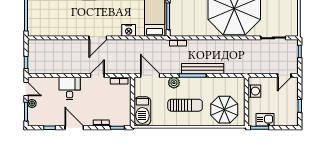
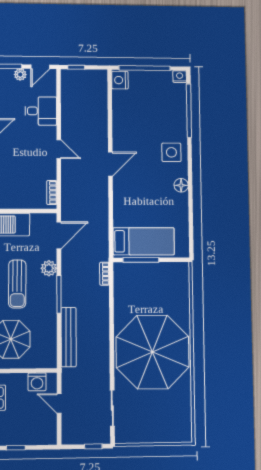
nightstand: (129, 30) -> (120, 80), moved
door: (98, 38) -> (110, 164), swing flipped
bench: (203, 69) -> (69, 337), moved
door: (97, 75) -> (59, 149), moved
door: (284, 75) -> (59, 403), moved
desk: (70, 88) -> (41, 111), moved

